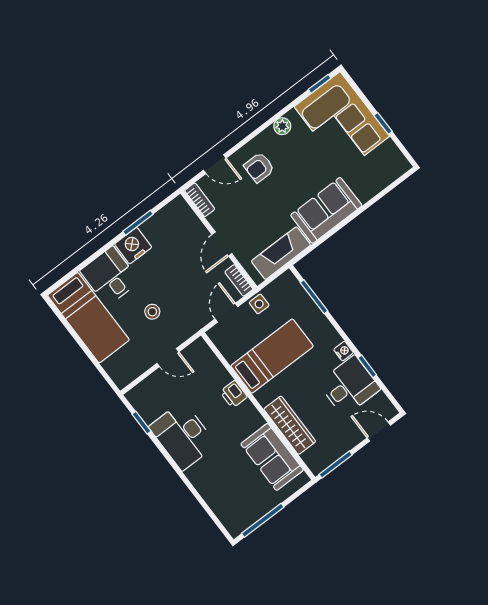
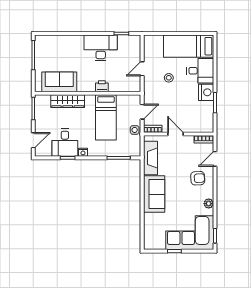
armchair: (259, 167) -> (198, 178), turned 87
door: (226, 313) -> (142, 112), hinge flipped

